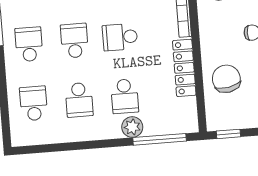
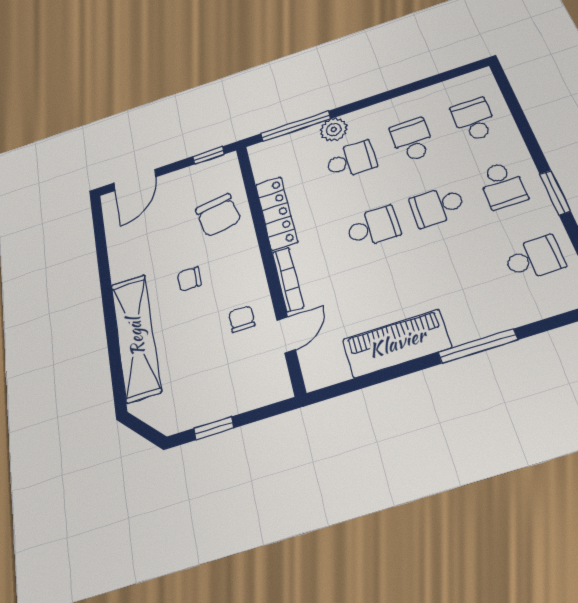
school desk: (74, 41) -> (437, 206), turned 90
school desk: (125, 96) -> (351, 160), turned 90
school desk: (34, 103) -> (474, 120), turned 180

